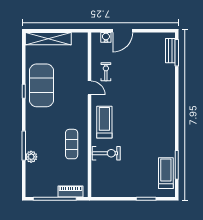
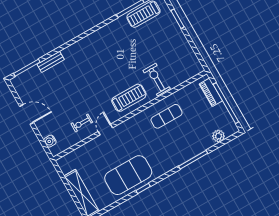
door: (123, 31) -> (27, 114), moved
bench: (170, 51) -> (51, 62), moved
treadmill: (104, 122) -> (129, 98), turned 180
plant: (31, 157) -> (218, 136), moved

